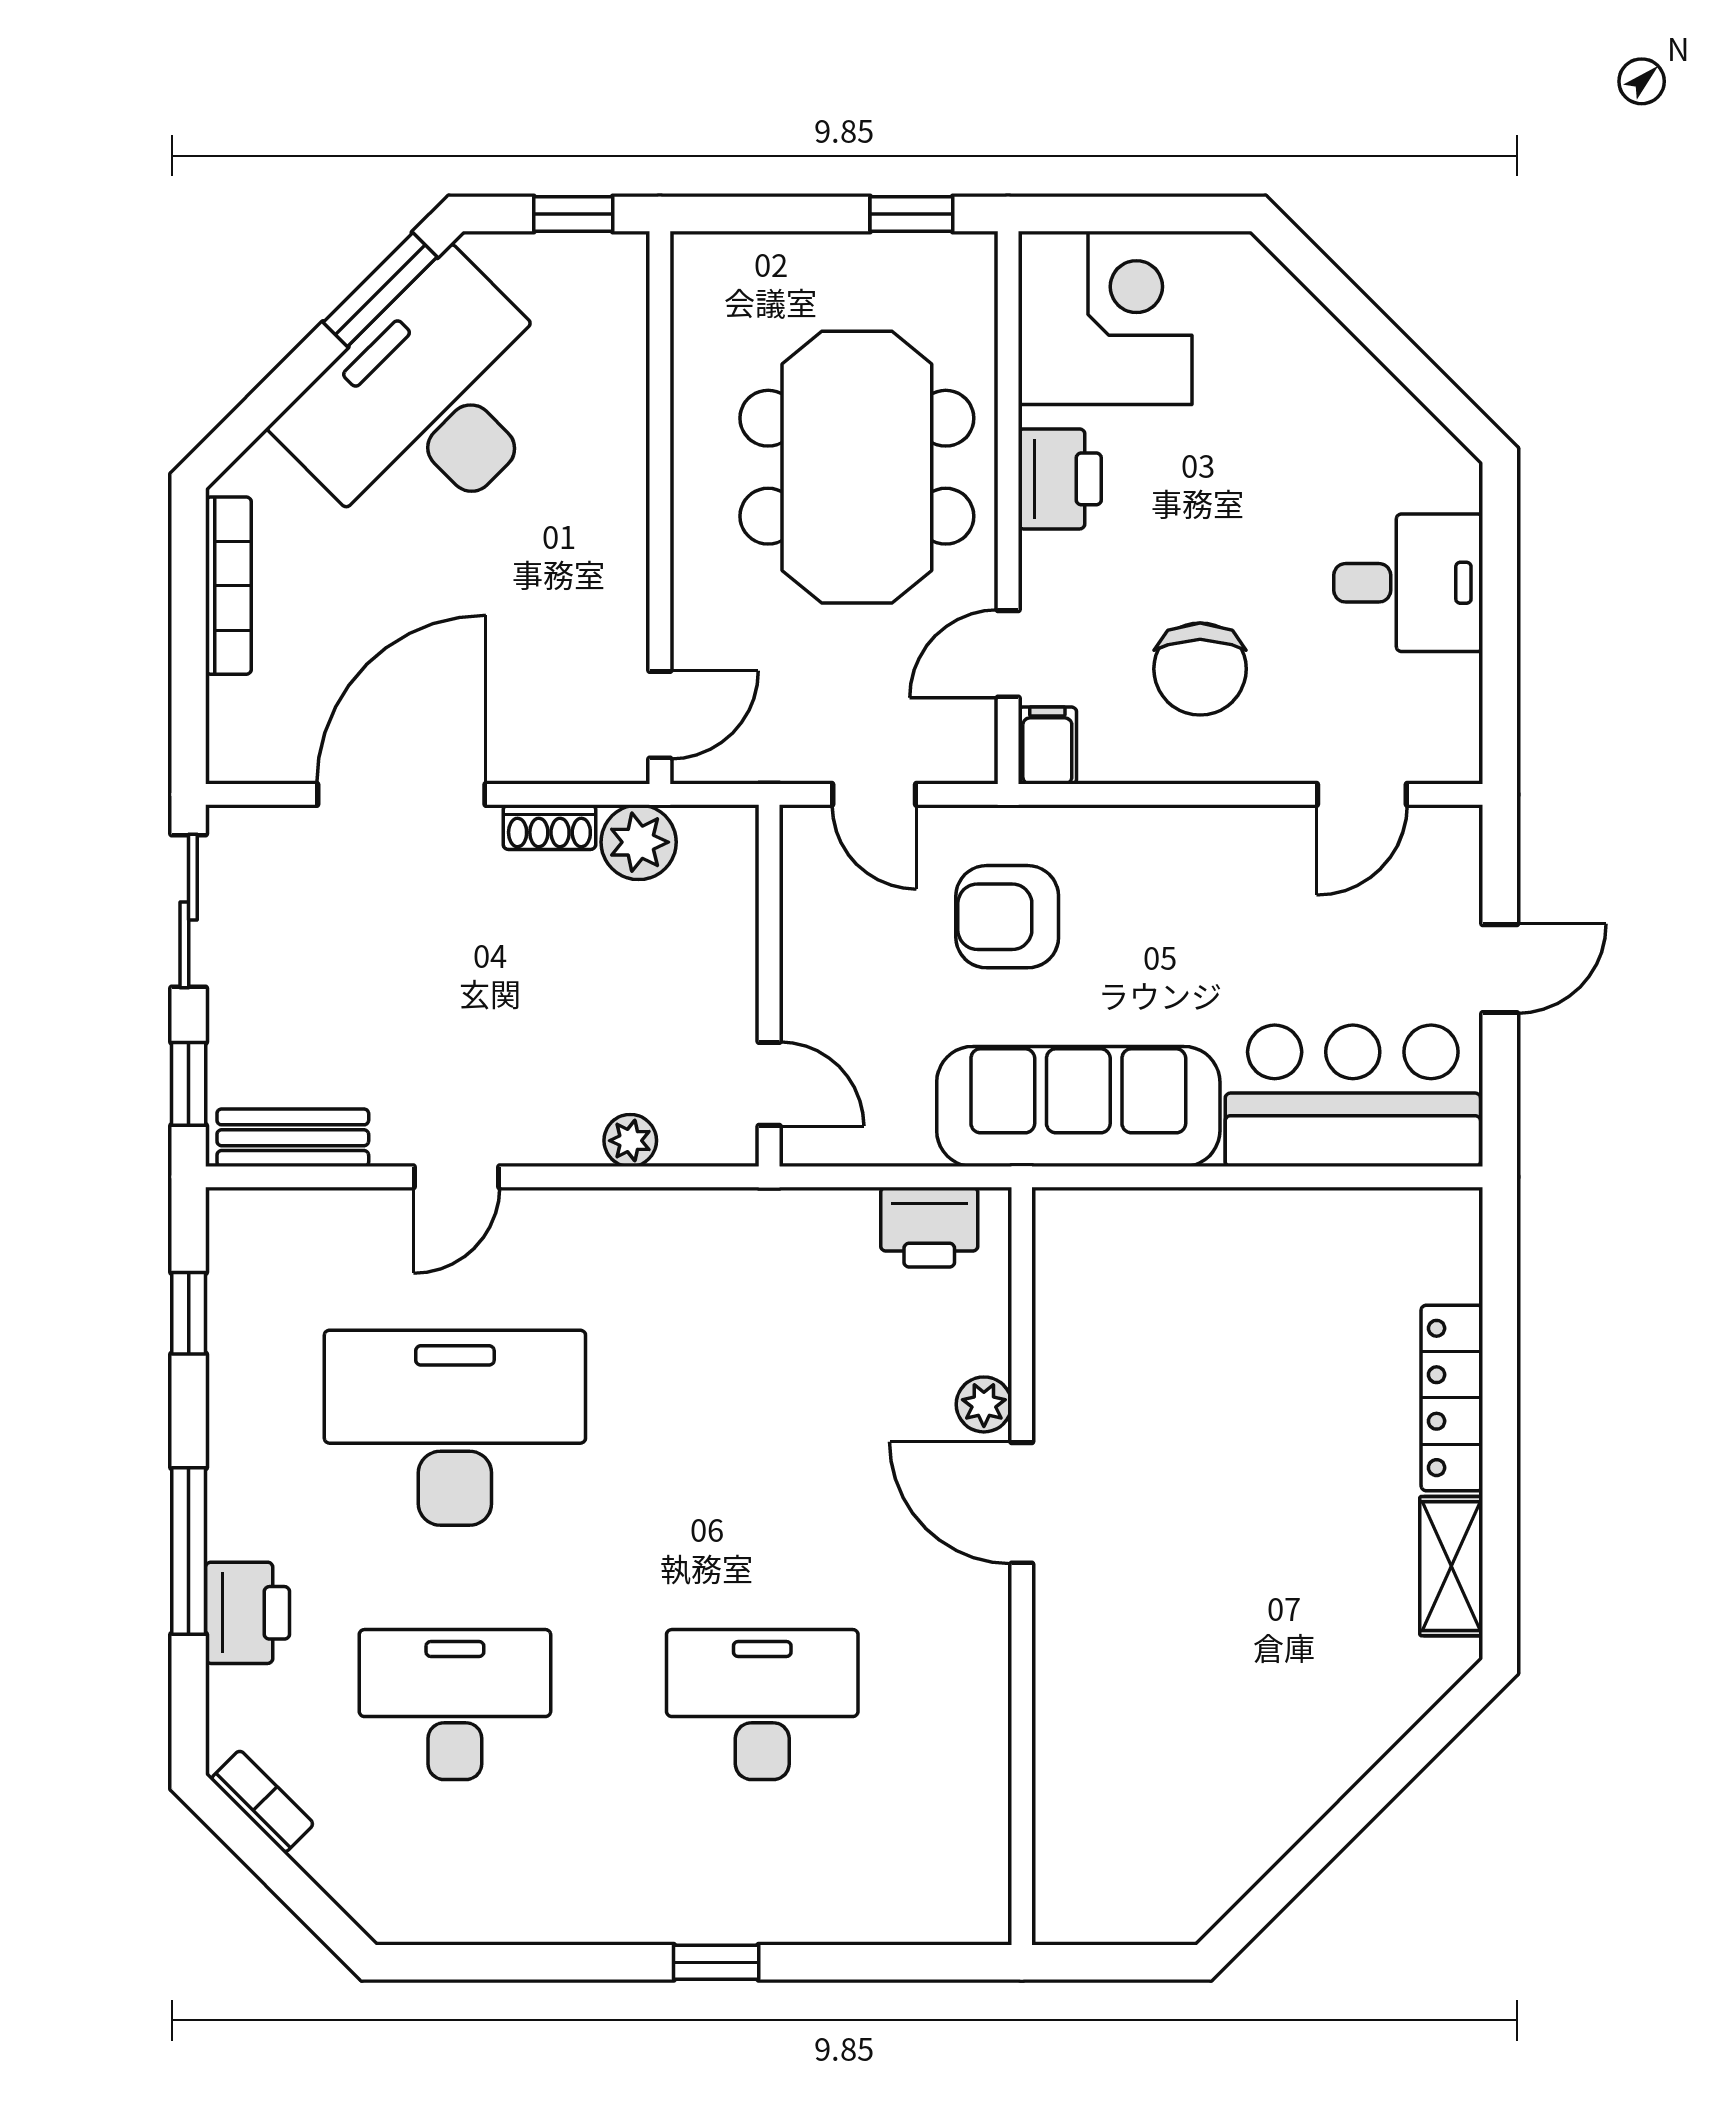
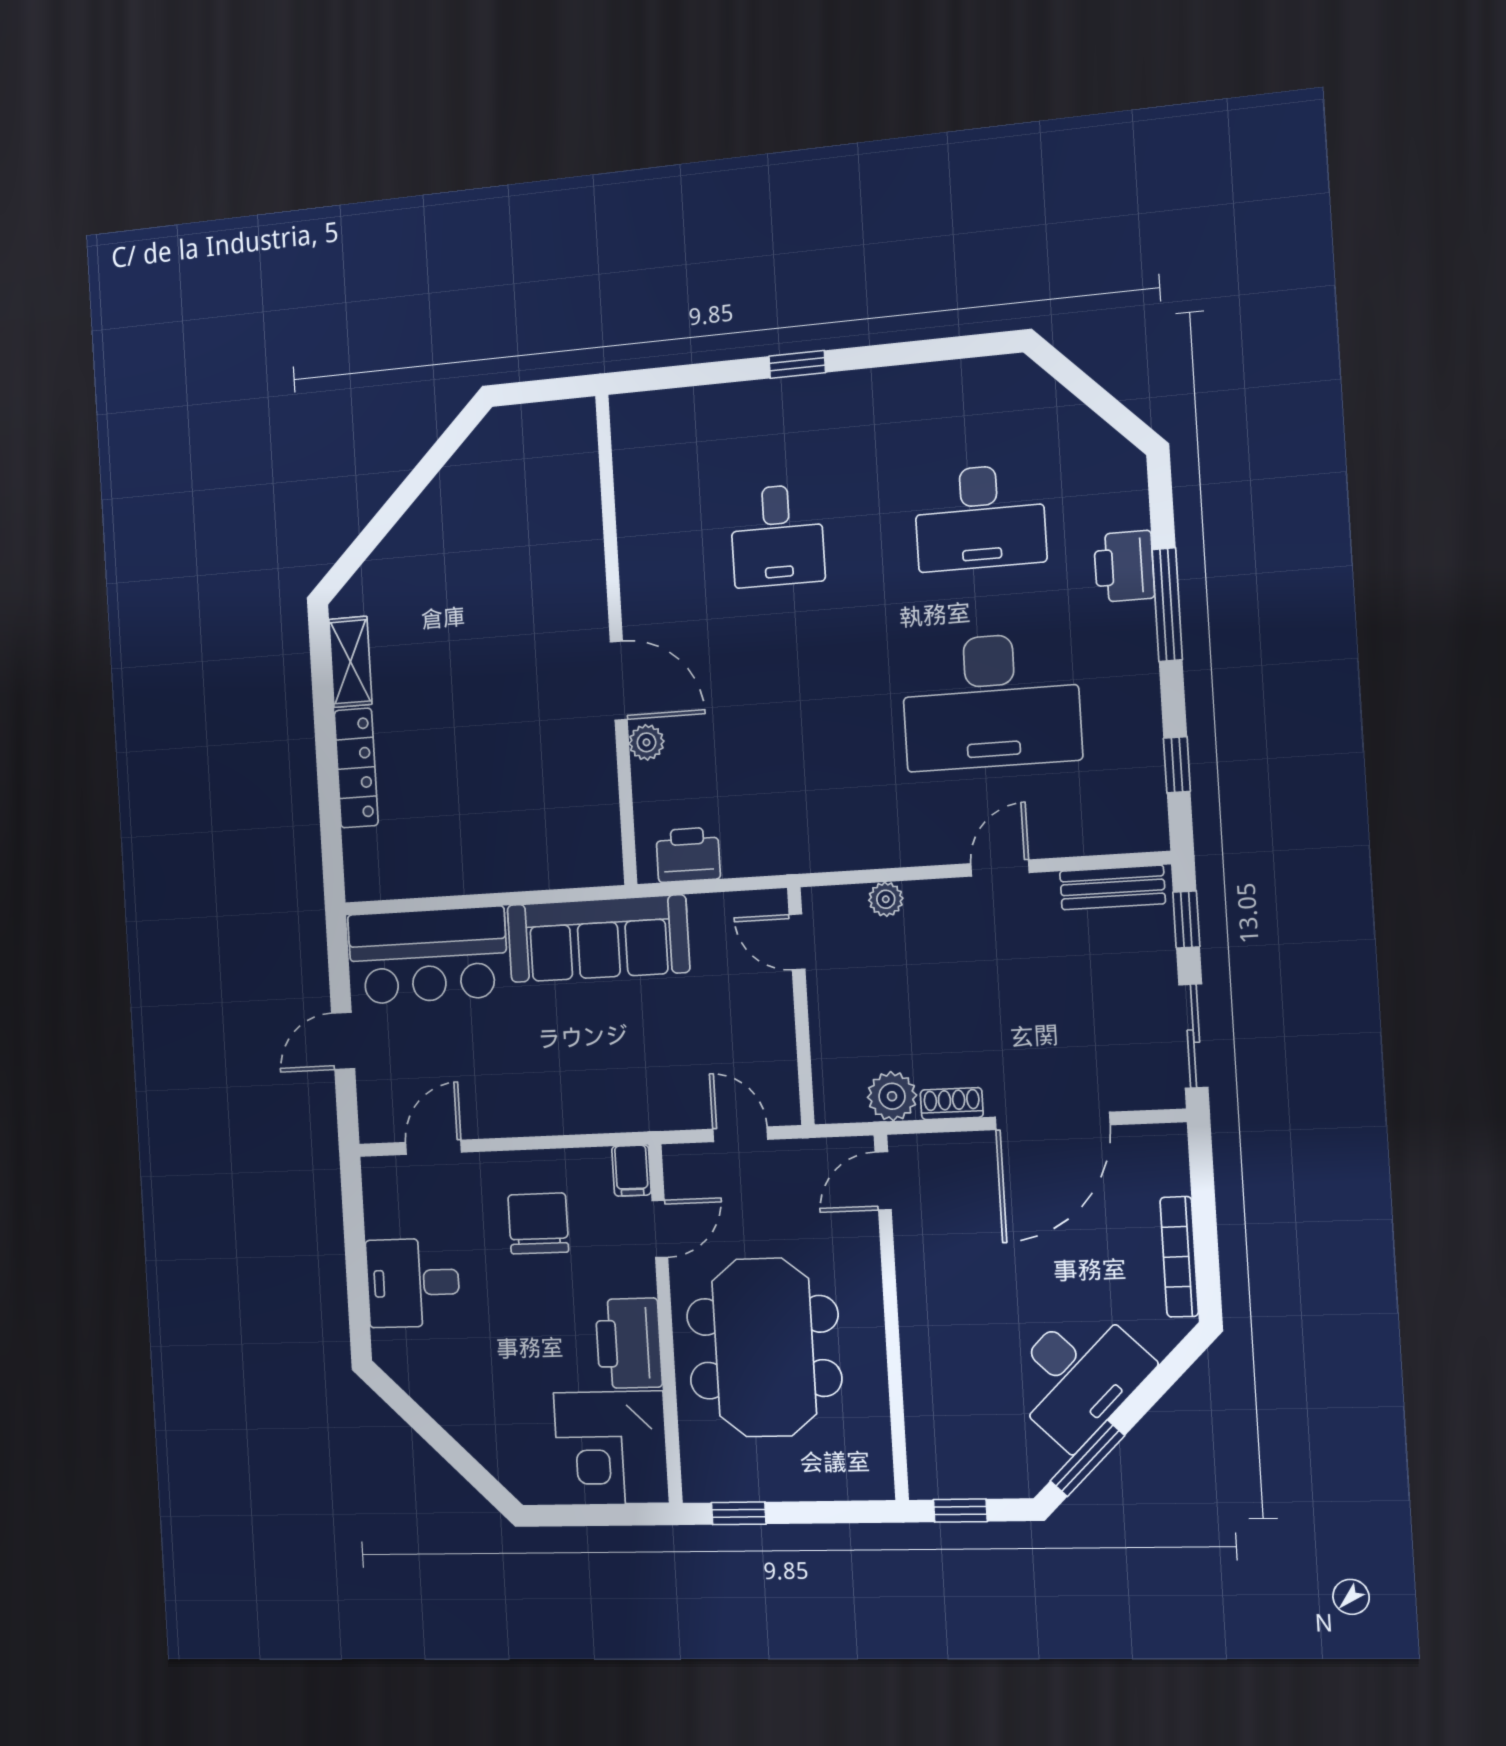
desk: (428, 405) -> (1078, 1375), width x0.73, depth x0.77
printer: (1060, 479) -> (629, 1343), width x1.37, depth x1.19
armchair: (1007, 917) -> (650, 1059), removed
desk: (762, 1705) -> (777, 536), width x0.73
bookcase: (262, 1801) -> (1106, 441), removed

